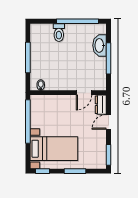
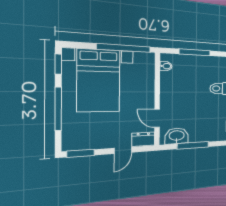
washbasin: (100, 45) -> (177, 136), moved
door: (109, 122) -> (123, 150), swing flipped
bed with nightstands: (54, 149) -> (99, 81), width x1.36
window: (75, 171) -> (58, 109), width x1.44

